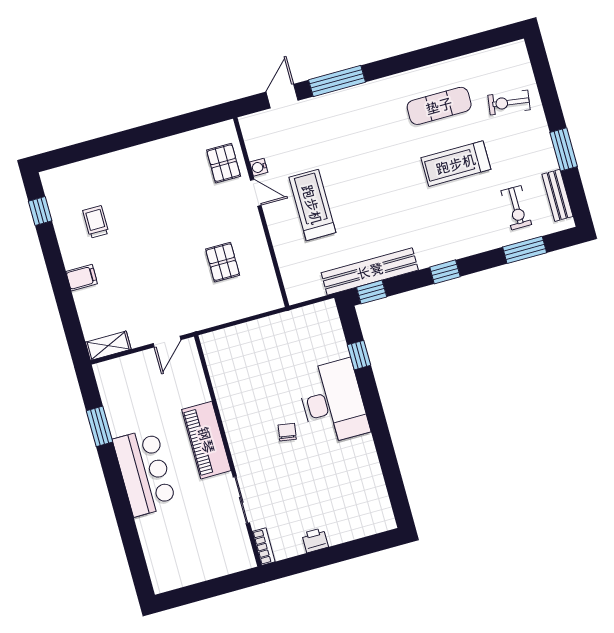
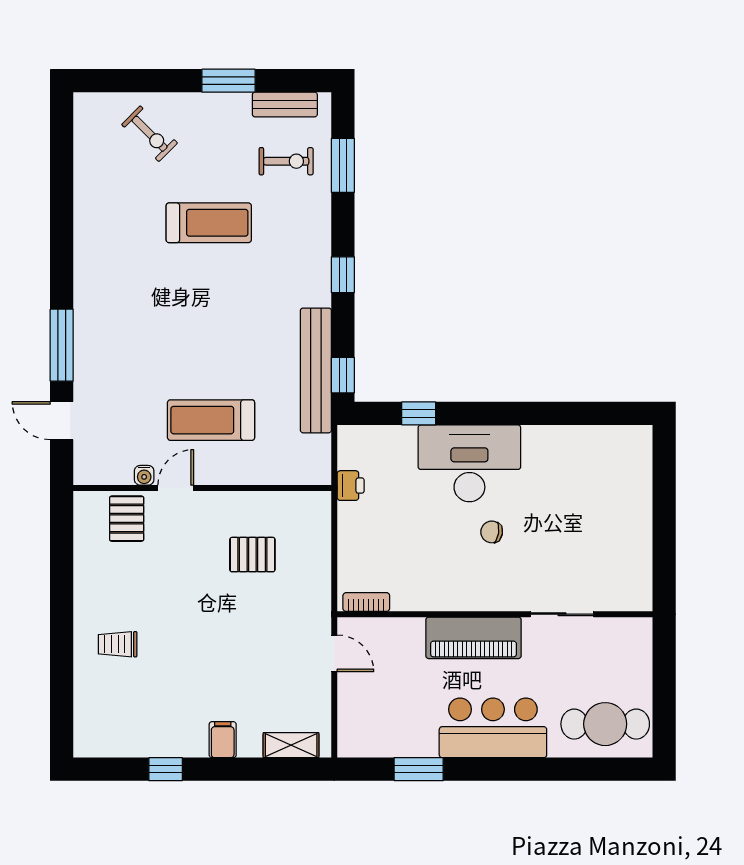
exercise bike: (509, 103) -> (150, 134), turned -53
exercise mat: (439, 106) -> (129, 224), removed
pallet: (224, 163) -> (127, 519), turned 90
treadmill: (456, 164) -> (209, 223), turned -90
window: (40, 211) -> (166, 769), moved
trolley: (96, 222) -> (118, 644), moved
shelving: (108, 346) -> (291, 745), moved, turned 90
printer: (315, 540) -> (351, 486), moved, turned 180
bookcase: (264, 547) -> (366, 602), moved
cafe table: (170, 553) -> (605, 724), added

